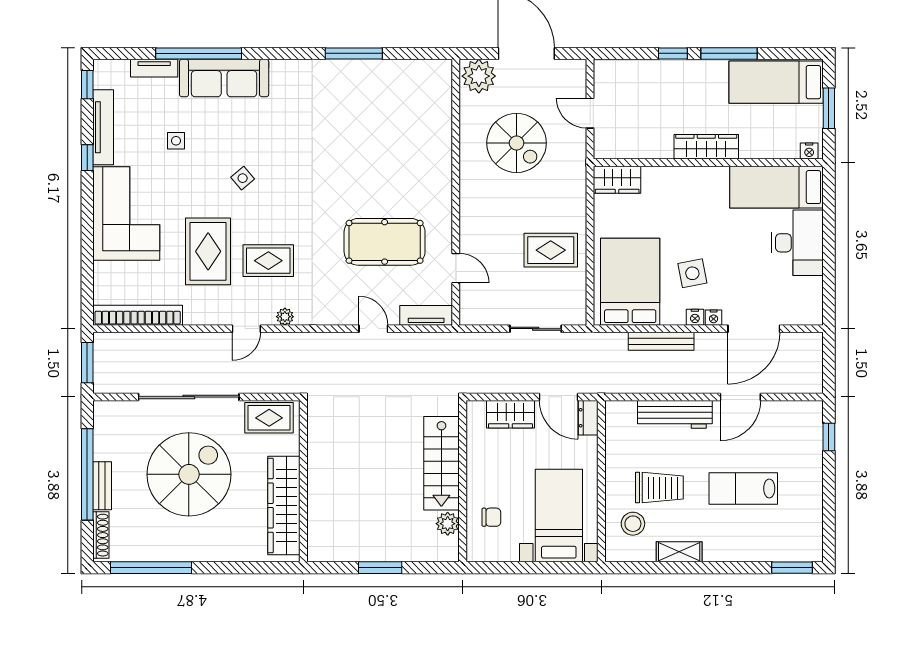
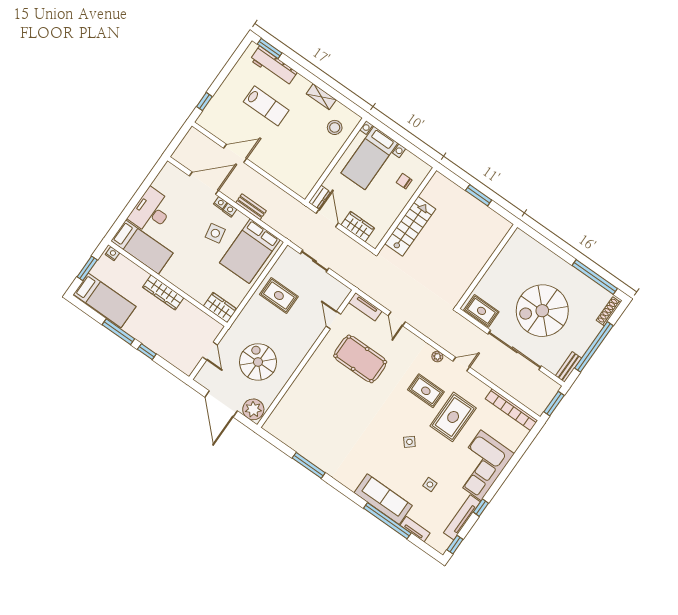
bench: (661, 341) -> (251, 207), width x0.73
workbench: (675, 414) -> (274, 66), moved, turned 180
bench: (102, 486) -> (569, 367), moved
trolley: (659, 488) -> (308, 136), removed
wardrobe: (284, 505) -> (505, 261), removed
plant: (448, 524) -> (429, 194), removed

